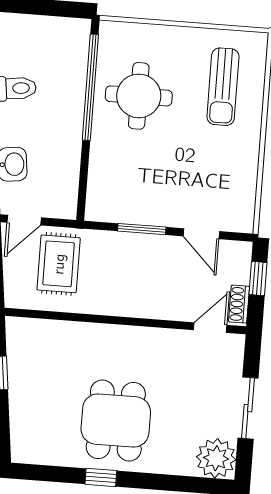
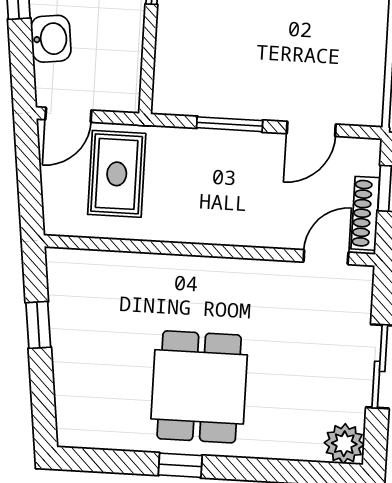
door: (201, 234) -> (311, 129), hinge flipped
shoe rack: (239, 304) -> (365, 213), width x1.43
plant: (216, 458) -> (344, 444), width x0.73, depth x0.73

